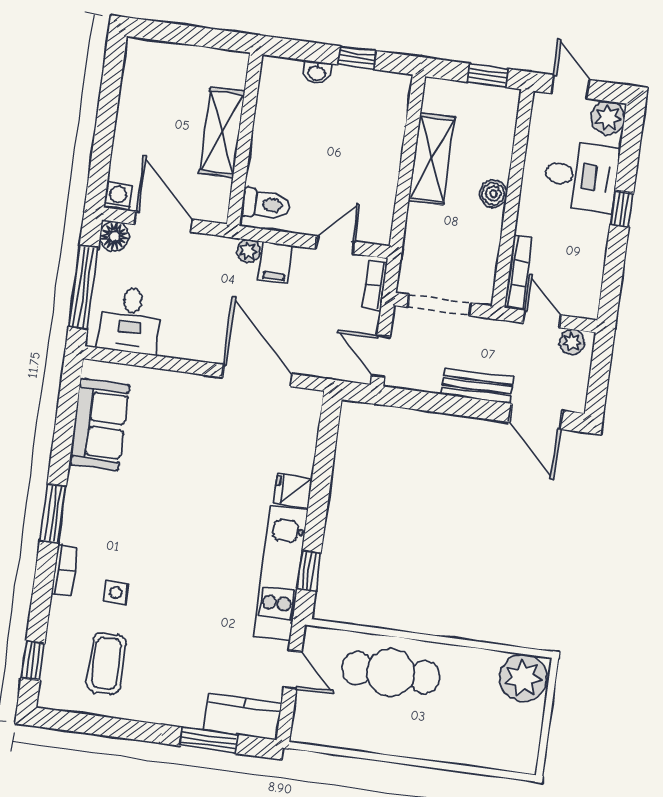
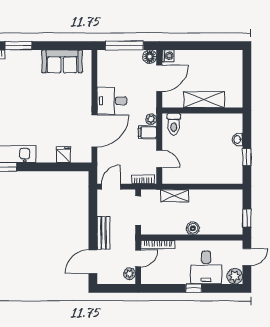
shelving: (432, 159) -> (175, 196), moved, width x0.67, depth x0.75
desk: (130, 320) -> (112, 101), moved
fridge: (293, 490) -> (63, 155), moved

